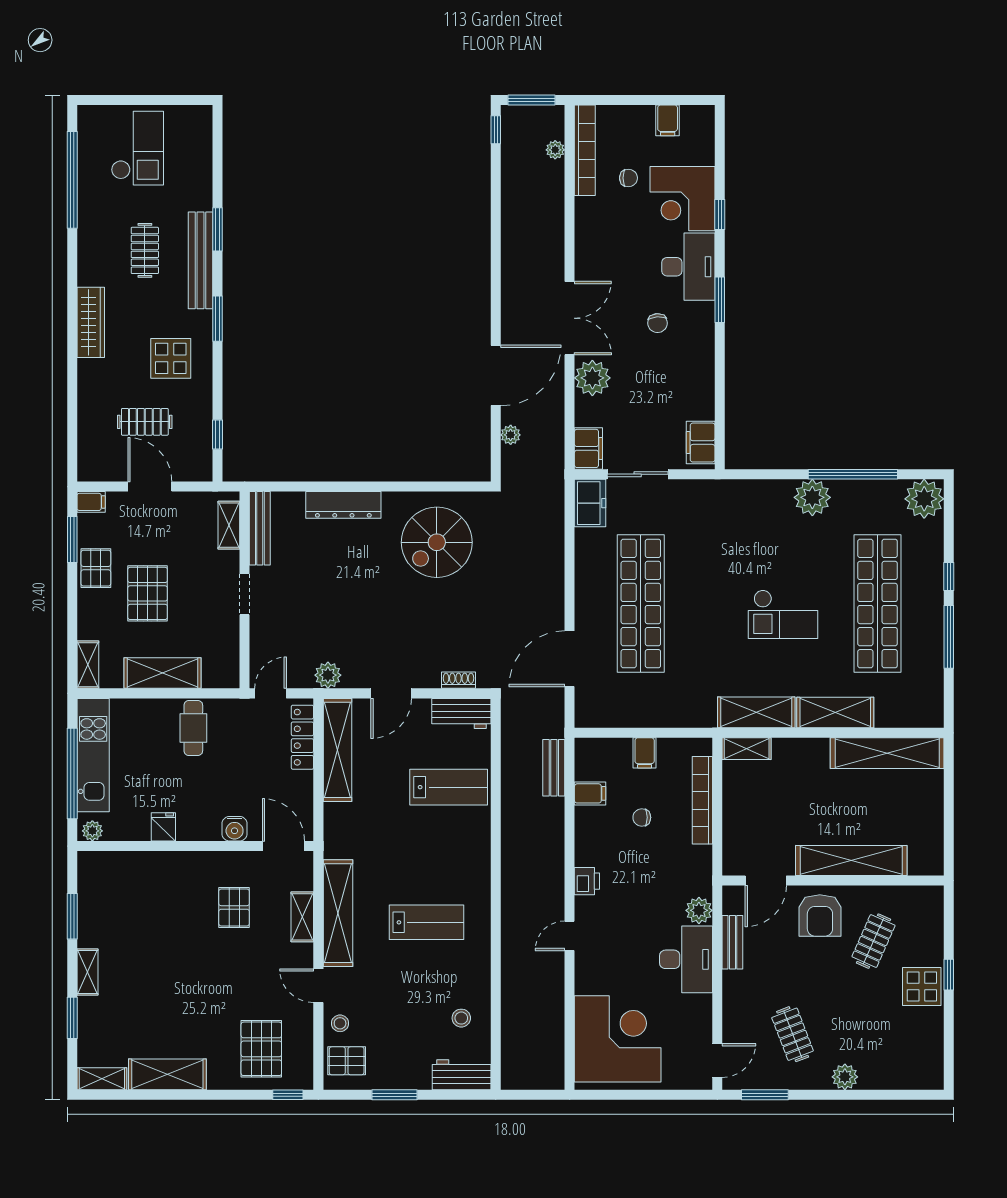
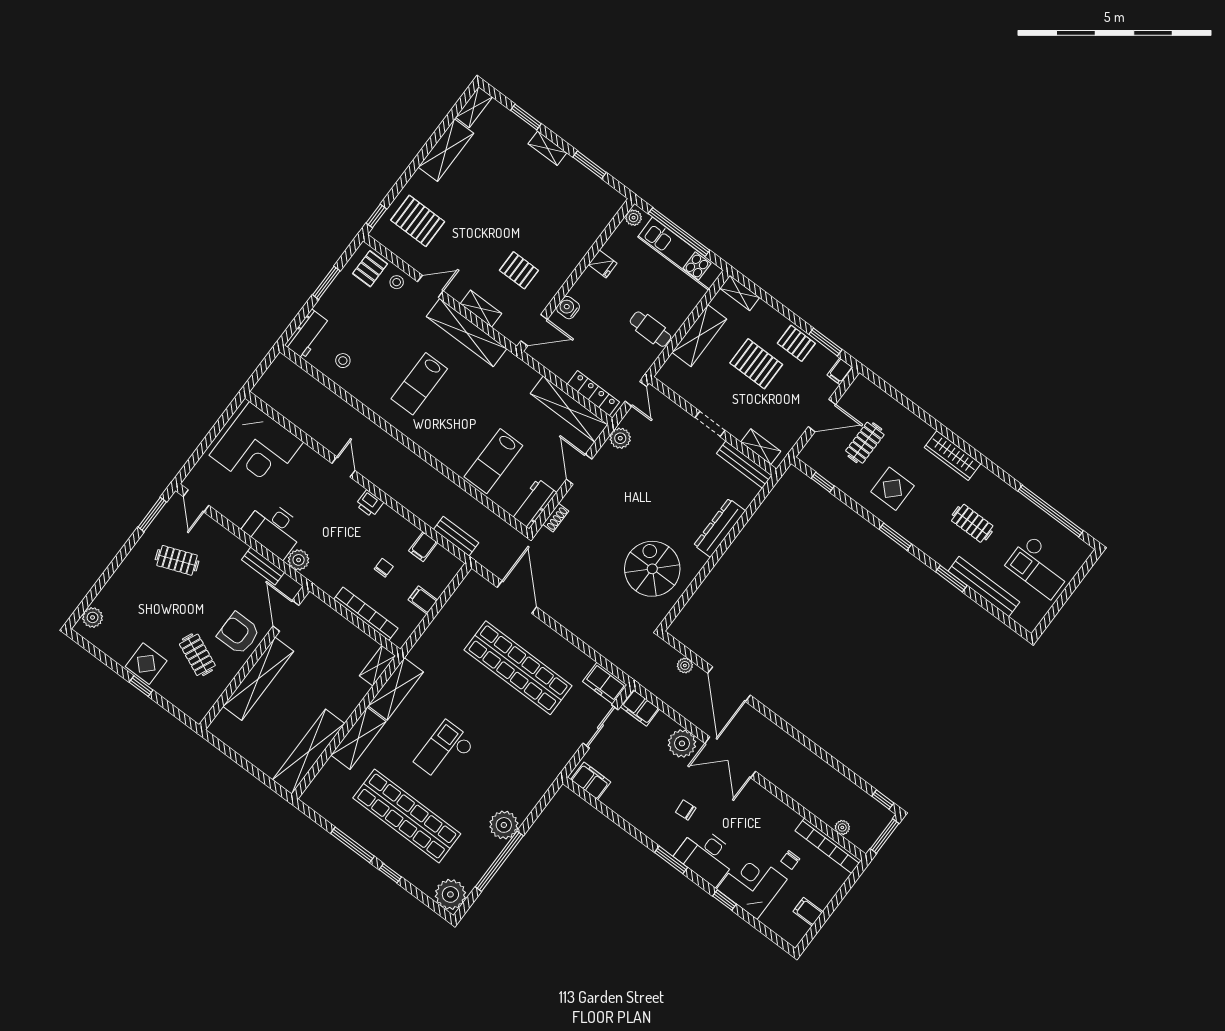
bench: (200, 260) -> (984, 587), moved
plant: (845, 1077) -> (93, 617), moved

